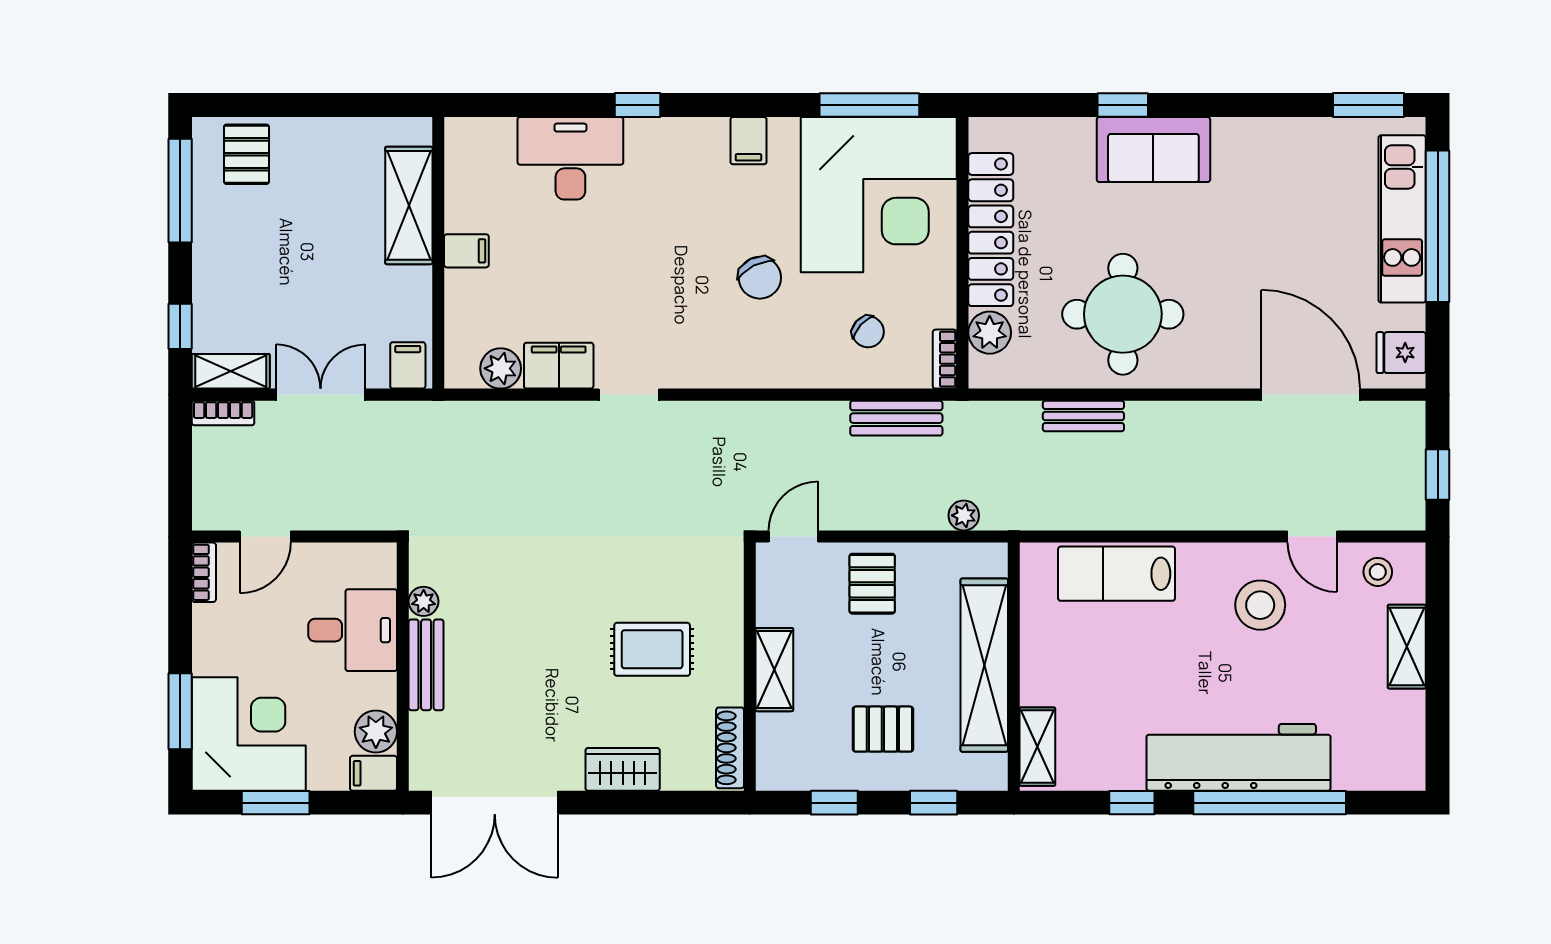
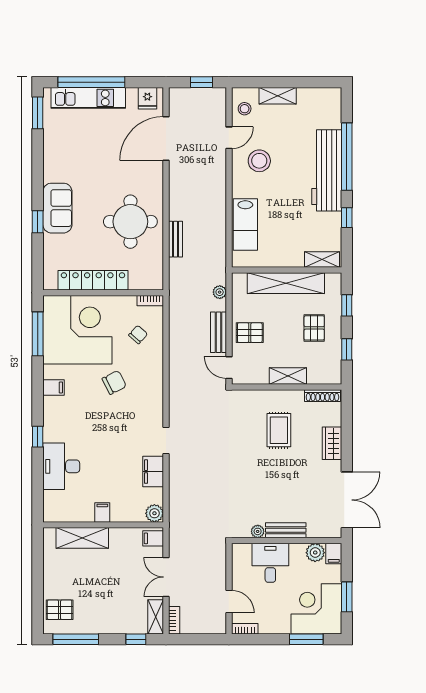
plant: (990, 333) -> (139, 281), removed
plant: (501, 368) -> (154, 513), moved
bench: (896, 418) -> (219, 332), moved

